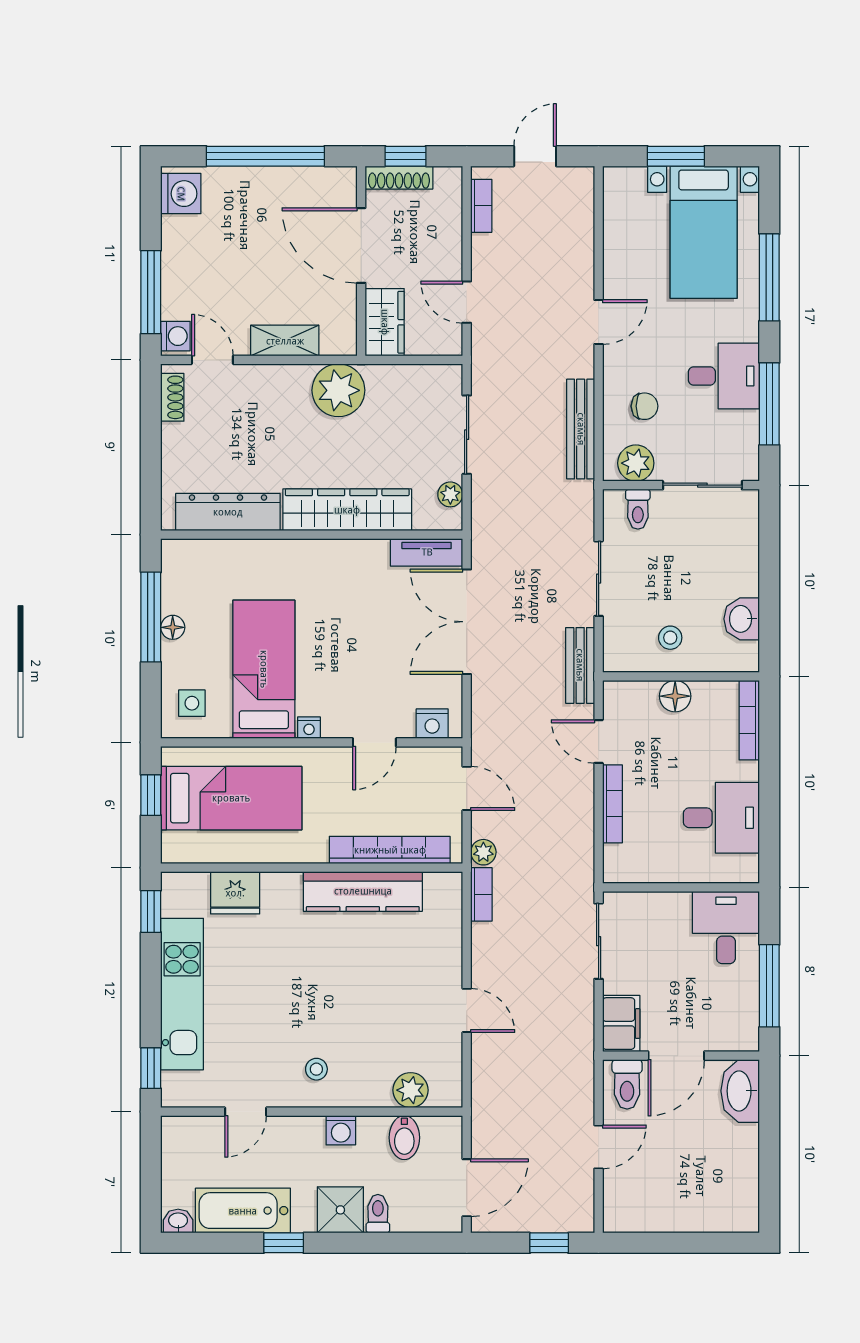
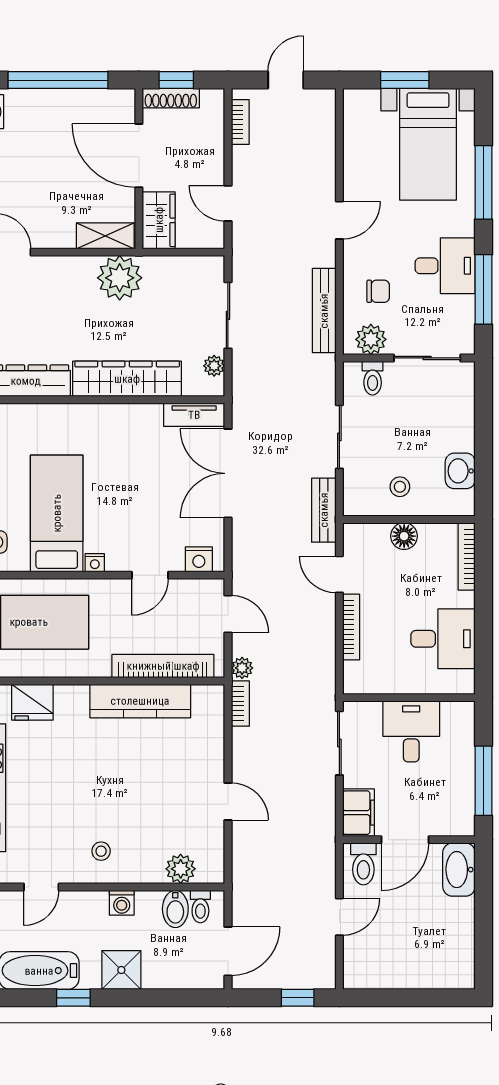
shelving: (285, 341) -> (105, 236), moved
desk: (726, 927) -> (411, 731), moved
toilet: (378, 1214) -> (200, 907), moved, turned 180

